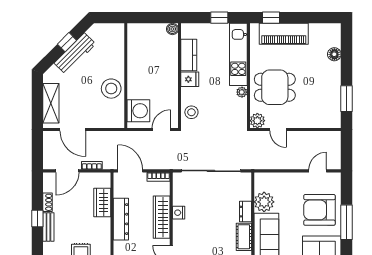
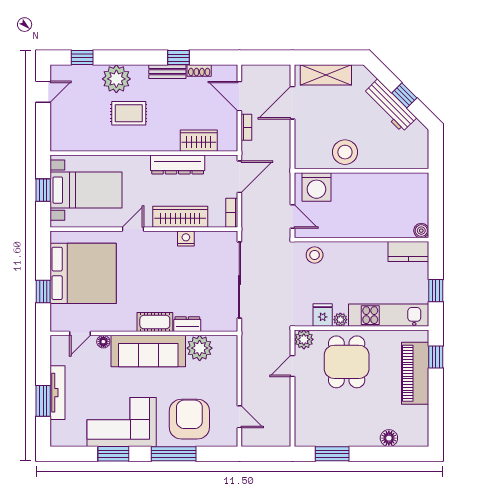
kitchen counter: (189, 55) -> (408, 252), moved
fridge: (190, 79) -> (323, 315), moved, turned 180

